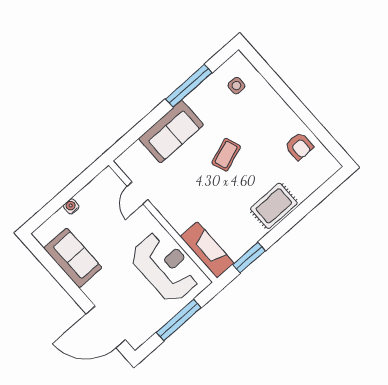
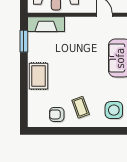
side table: (236, 86) -> (114, 110), width x1.87, depth x1.87
coffee table: (226, 155) -> (81, 107), moved

